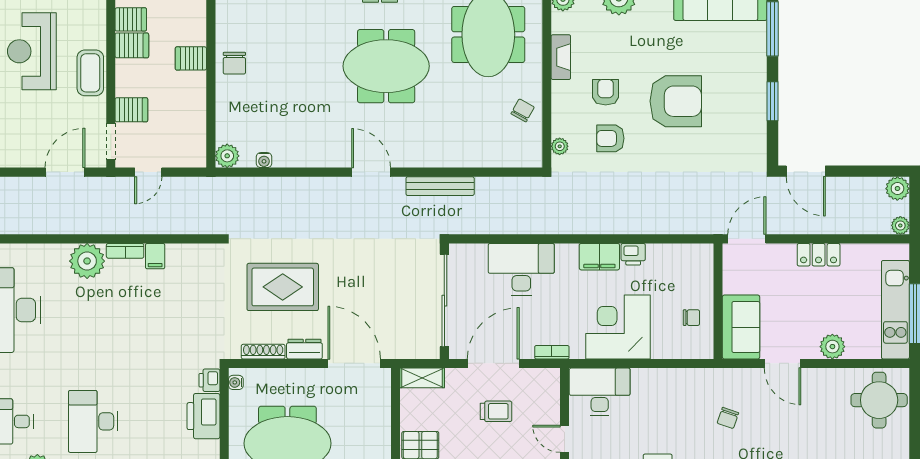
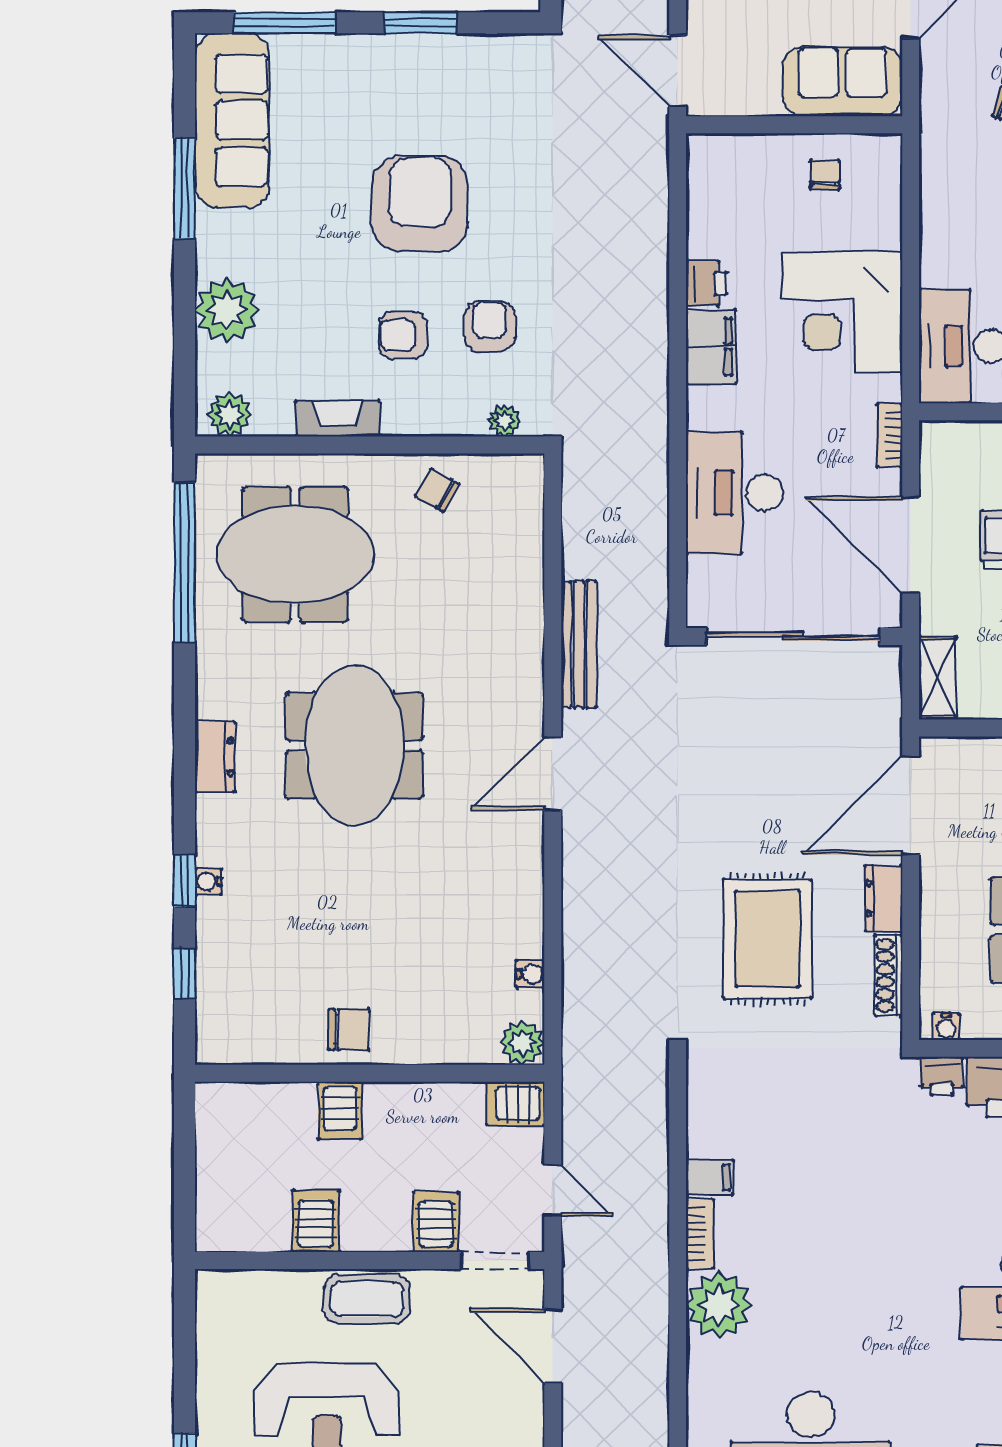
server rack: (131, 19) -> (515, 1104), moved, turned -90
armchair: (610, 138) -> (490, 326), turned 180

